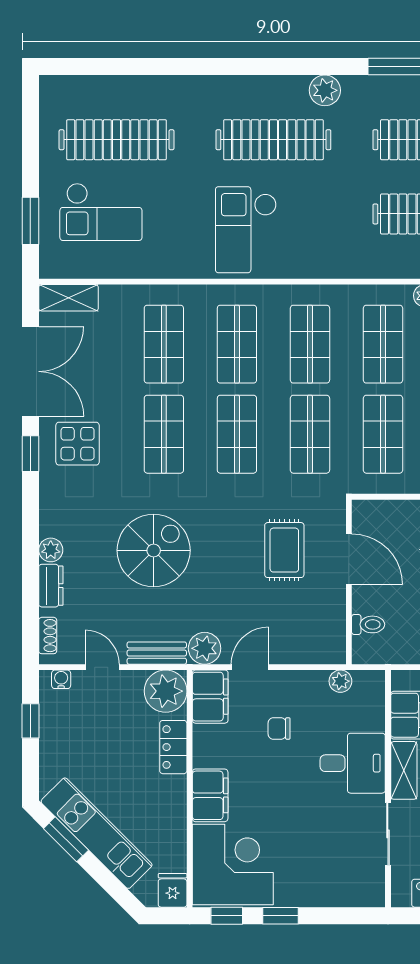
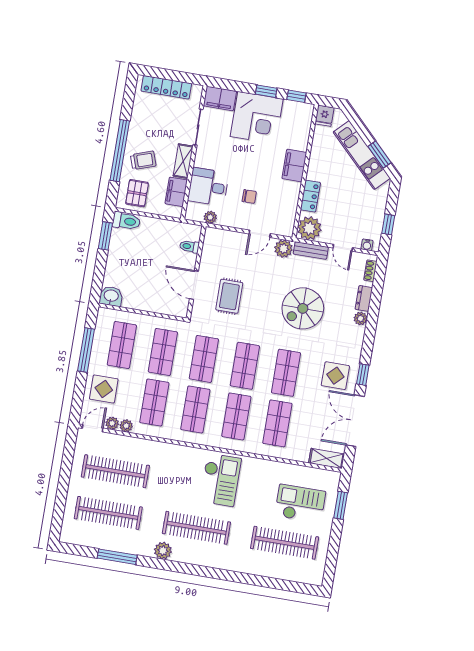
filing cabinet: (210, 697) -> (220, 98), moved, turned -90
desk: (353, 763) -> (208, 187), moved
corner desk: (233, 864) -> (257, 118), moved, turned -90

